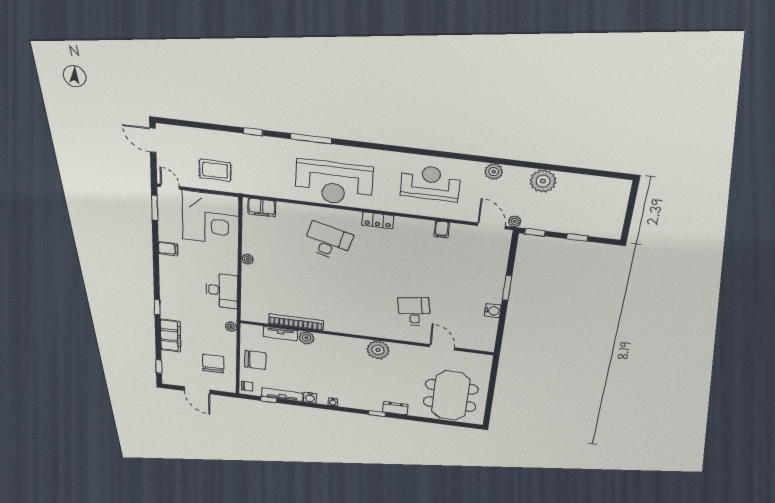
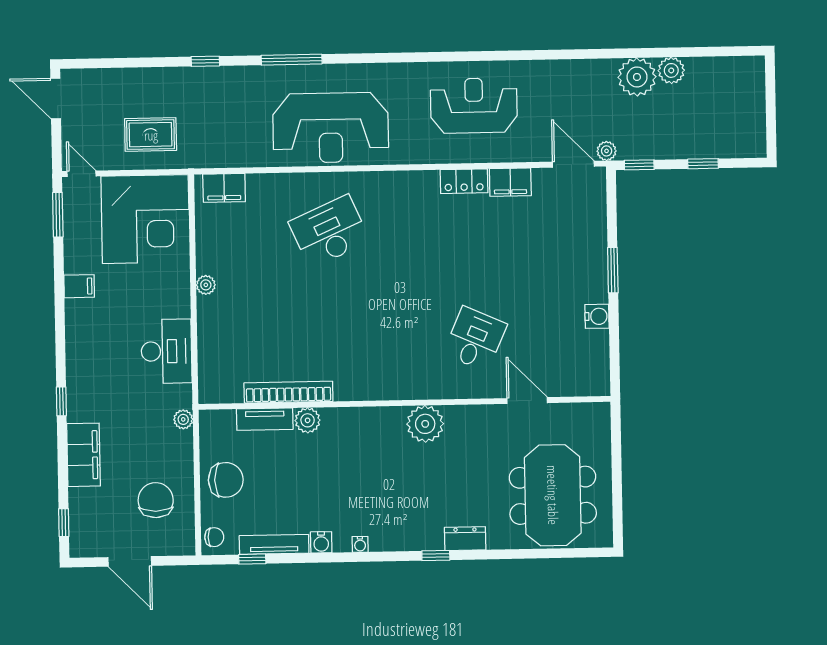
plant: (494, 172) -> (671, 70), moved
locker: (378, 221) -> (464, 181), moved
filing cabinet: (442, 229) -> (510, 182), width x2.00
desk: (328, 241) -> (329, 232), turned -39
desk: (414, 311) -> (475, 339), turned 33

